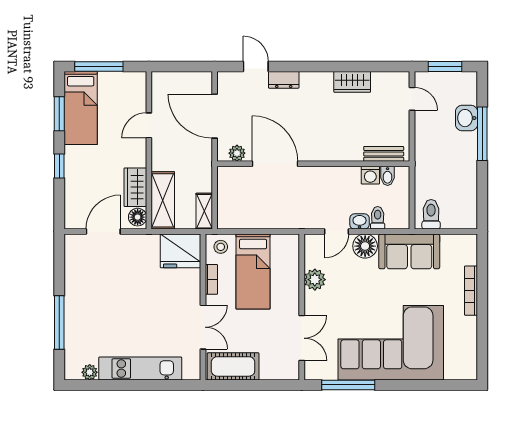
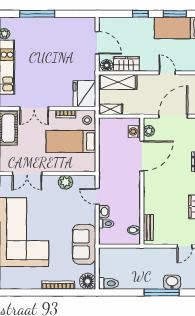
washing machine: (370, 175) -> (134, 131), moved
toilet: (431, 214) -> (109, 283), moved
floor lamp: (365, 246) -> (88, 281), moved

